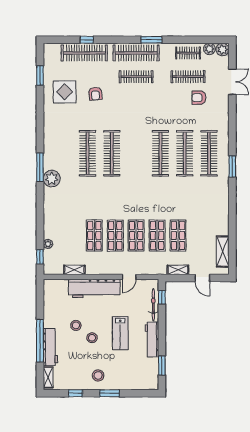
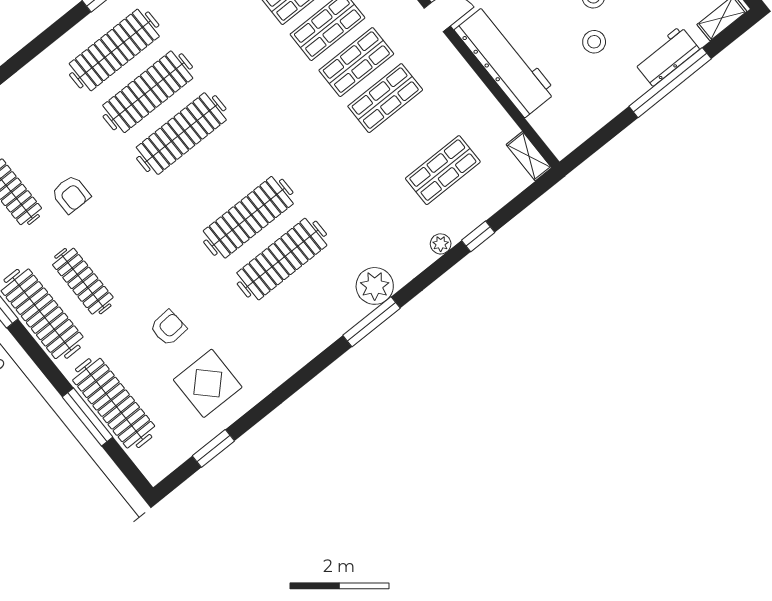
window: (87, 40) -> (87, 417), width x2.17
armchair: (199, 98) -> (71, 194), moved
shop shelf: (94, 236) -> (443, 170), moved
plant: (48, 244) -> (441, 244), moved
window: (40, 257) -> (478, 236), moved
shelving: (74, 270) -> (529, 156), moved
workbench: (50, 347) -> (667, 56), width x0.73

